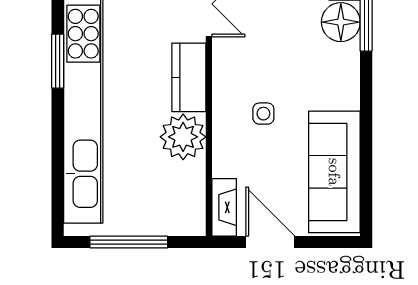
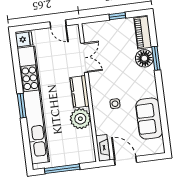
window: (58, 61) -> (22, 106), moved
sofa: (334, 172) -> (149, 119), width x0.73

